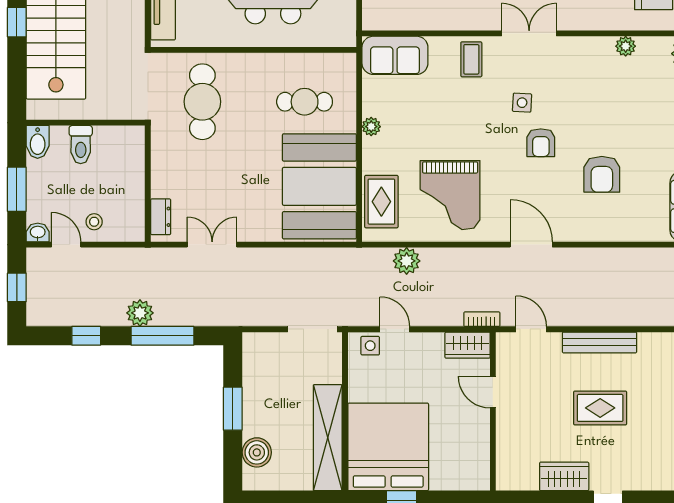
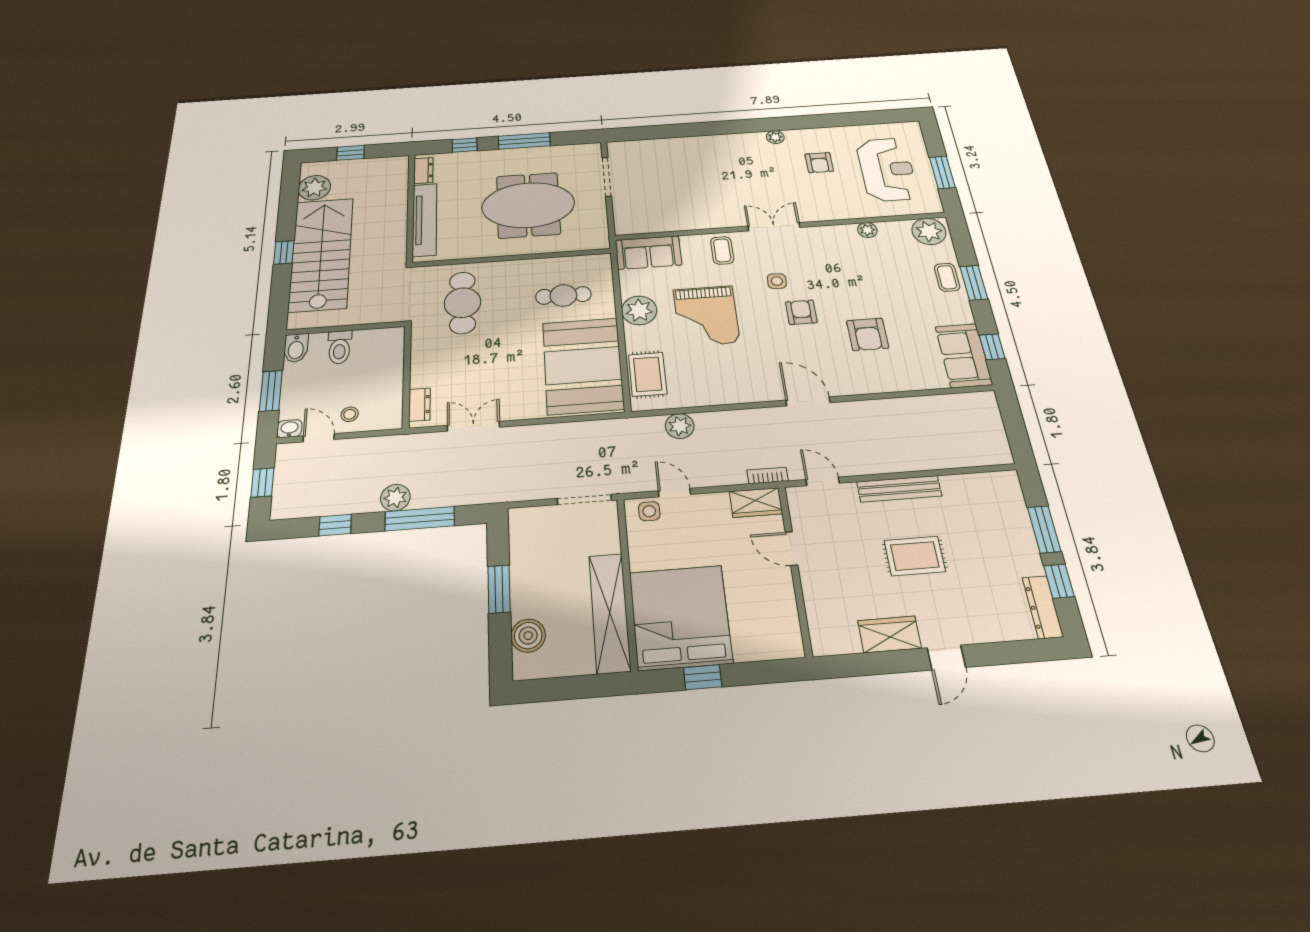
plant: (371, 127) -> (639, 310), width x1.87, depth x1.87
armchair: (541, 143) -> (801, 312), turned 180
grand piano: (450, 195) -> (706, 316), moved

